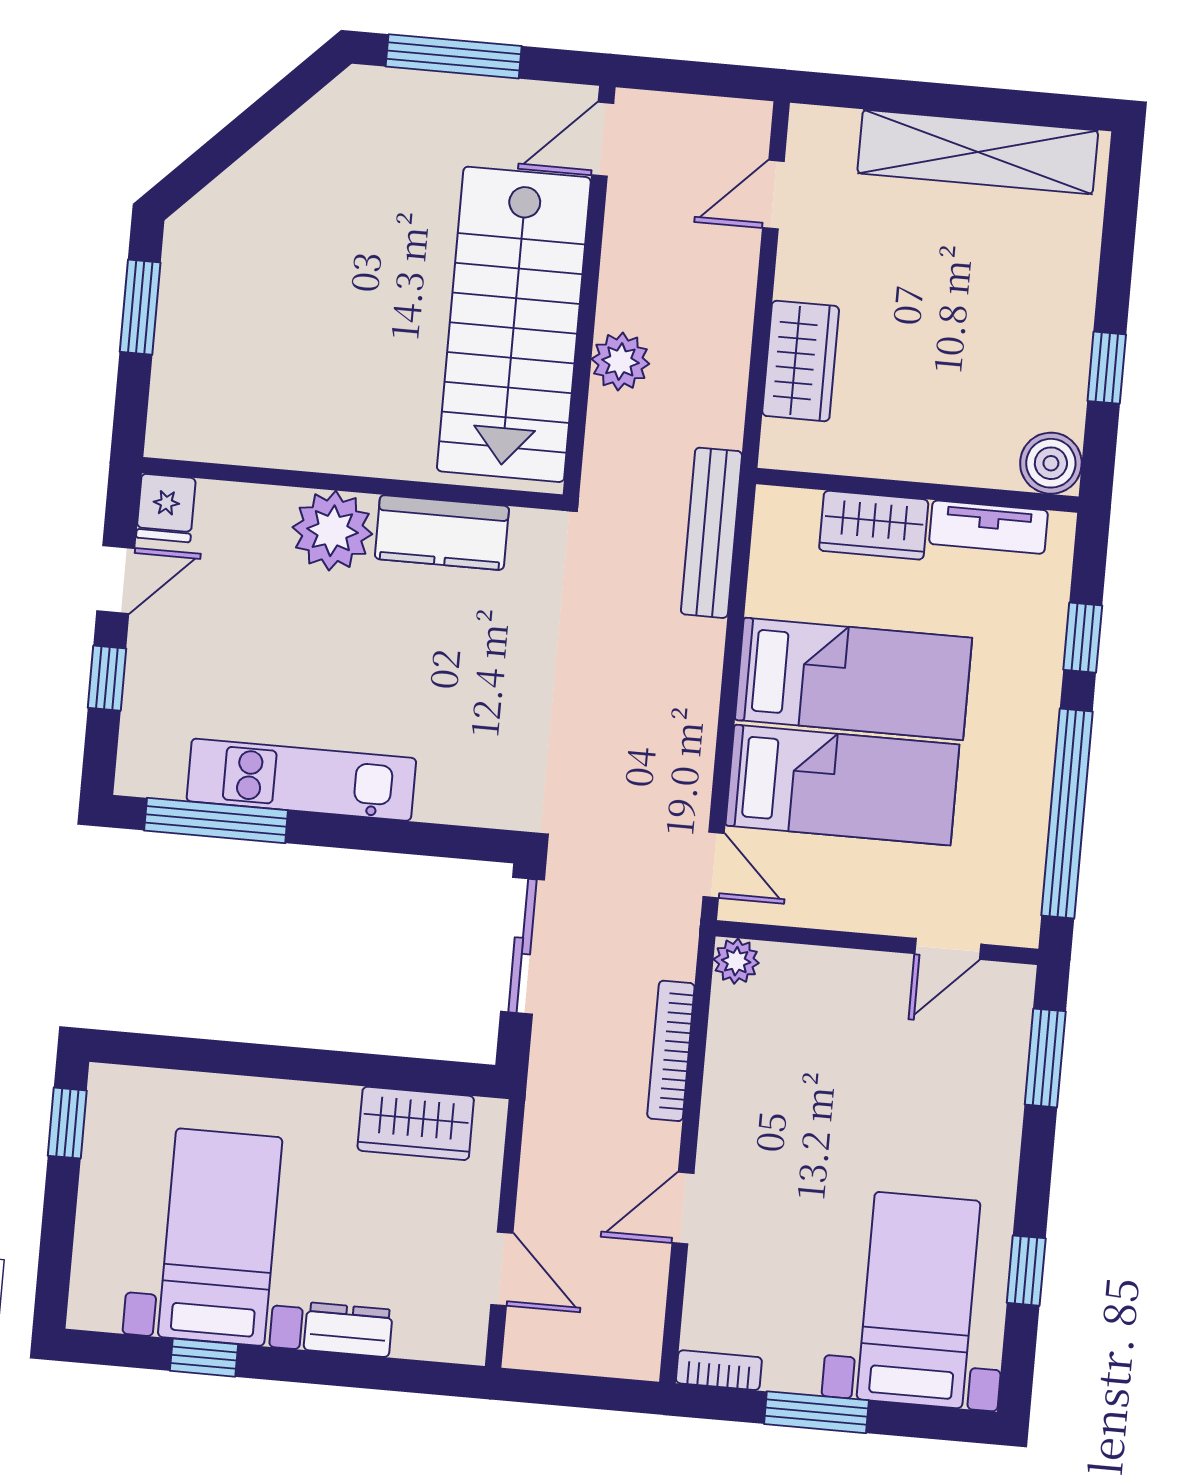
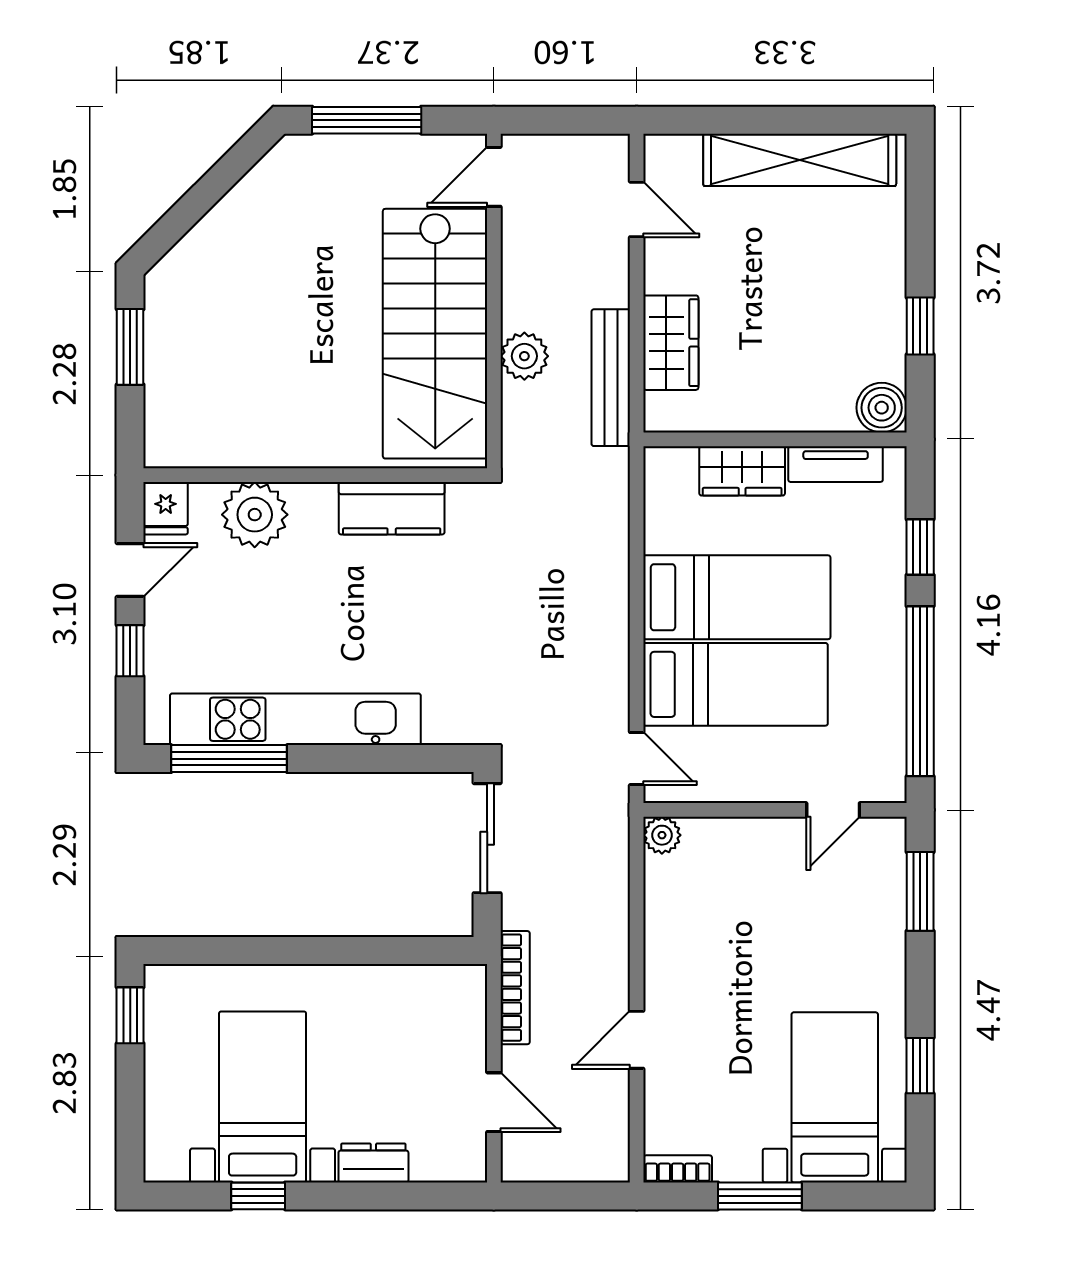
door: (773, 195) -> (637, 209), swing flipped
plant: (332, 531) -> (255, 515), moved
bench: (711, 533) -> (611, 378), moved
kitchen unit: (301, 780) -> (295, 719), width x1.36
bookcase: (671, 1051) -> (515, 988), moved, turned 180
wardrobe: (416, 1123) -> (413, 990), removed

